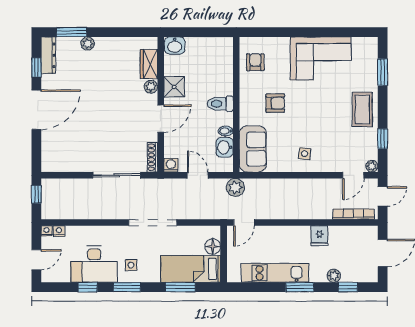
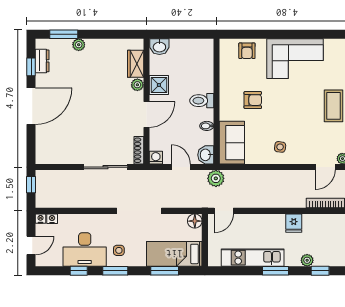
dresser: (48, 55) -> (42, 61), width x0.70
armchair: (255, 62) -> (247, 51), moved, turned 180
washbasin: (225, 147) -> (206, 155), moved
floor lamp: (213, 247) -> (195, 221), moved

